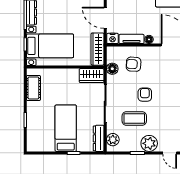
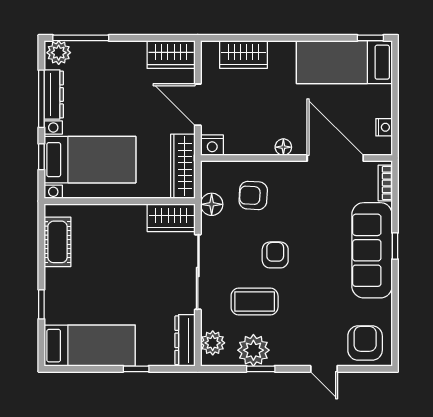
tv unit: (131, 39) -> (249, 146), removed
bed: (66, 128) -> (90, 346), moved, turned 90
plant: (149, 143) -> (253, 350), moved

